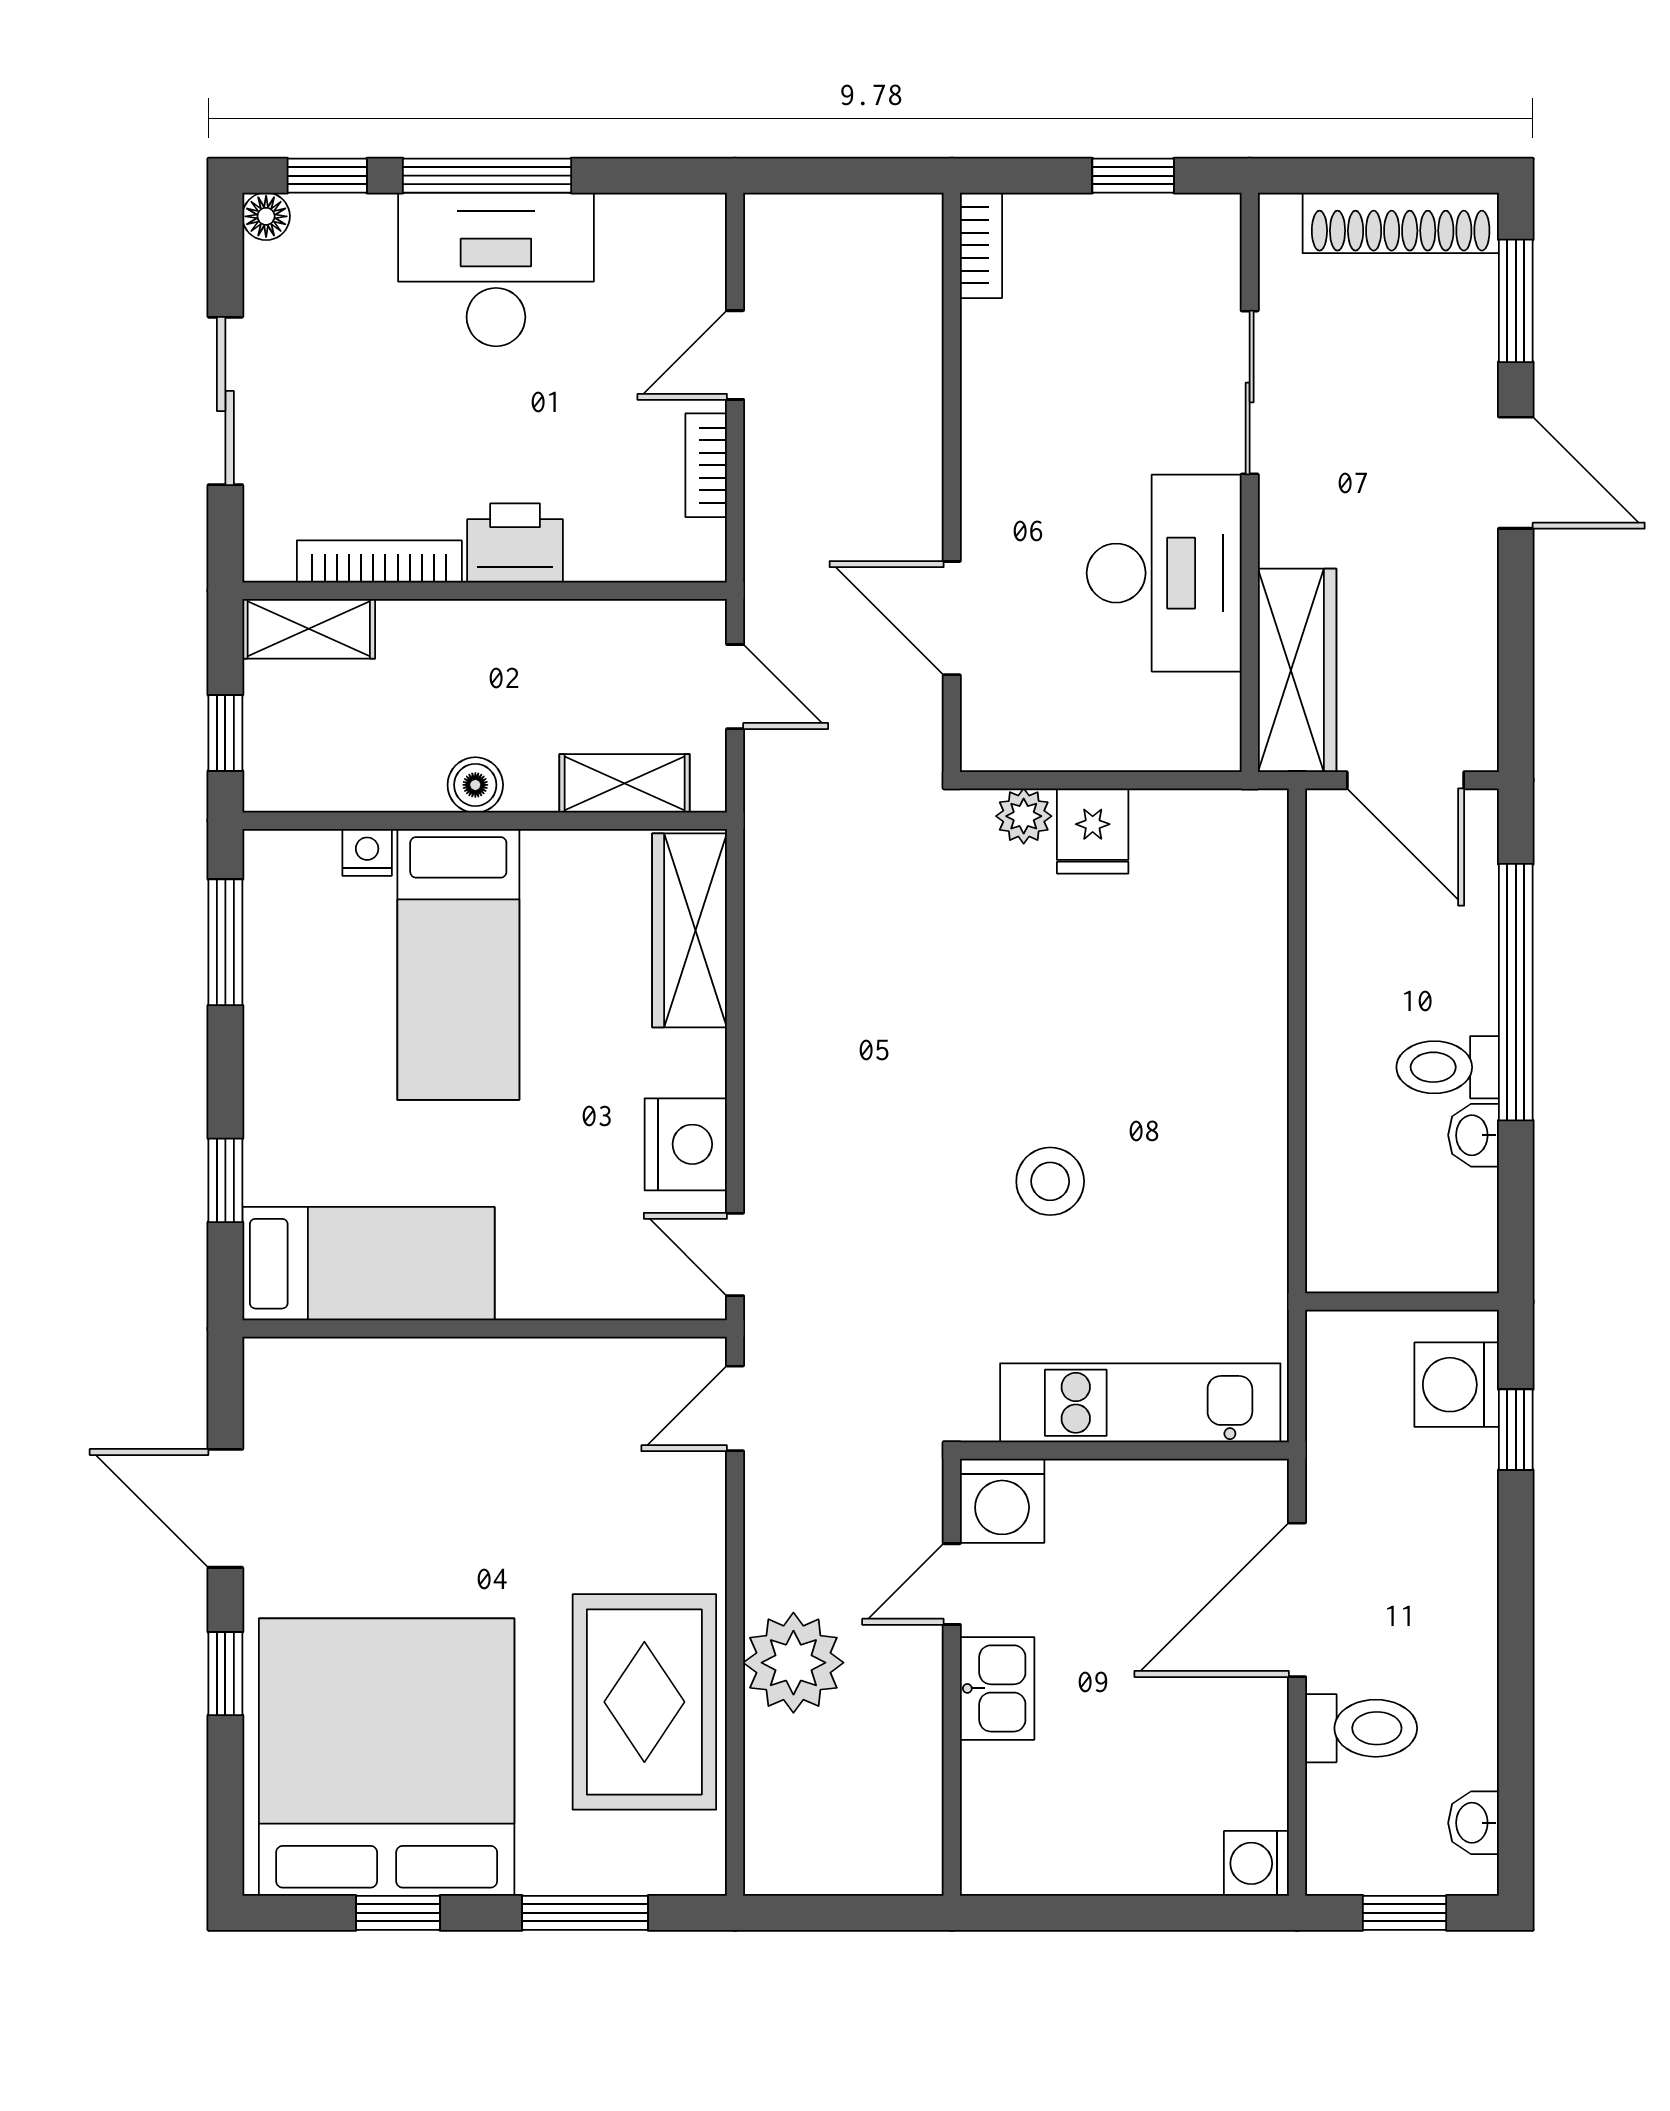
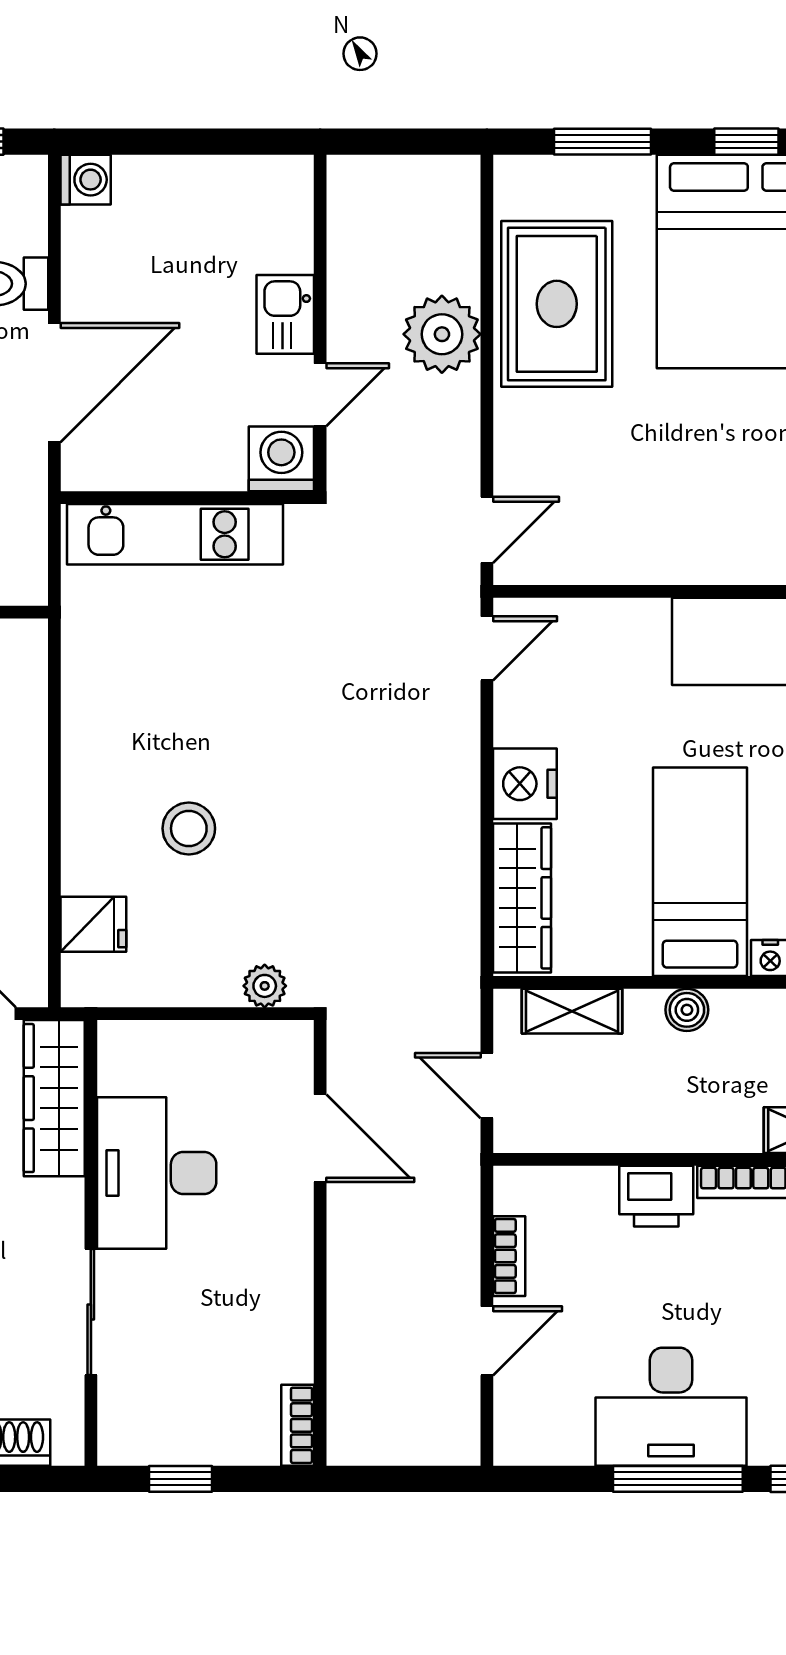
fridge: (1093, 831) -> (93, 924), moved, turned 90
nightstand: (686, 1144) -> (525, 784), moved
stool: (1050, 1181) -> (189, 828), moved
door: (735, 1254) -> (487, 648), hinge flipped

